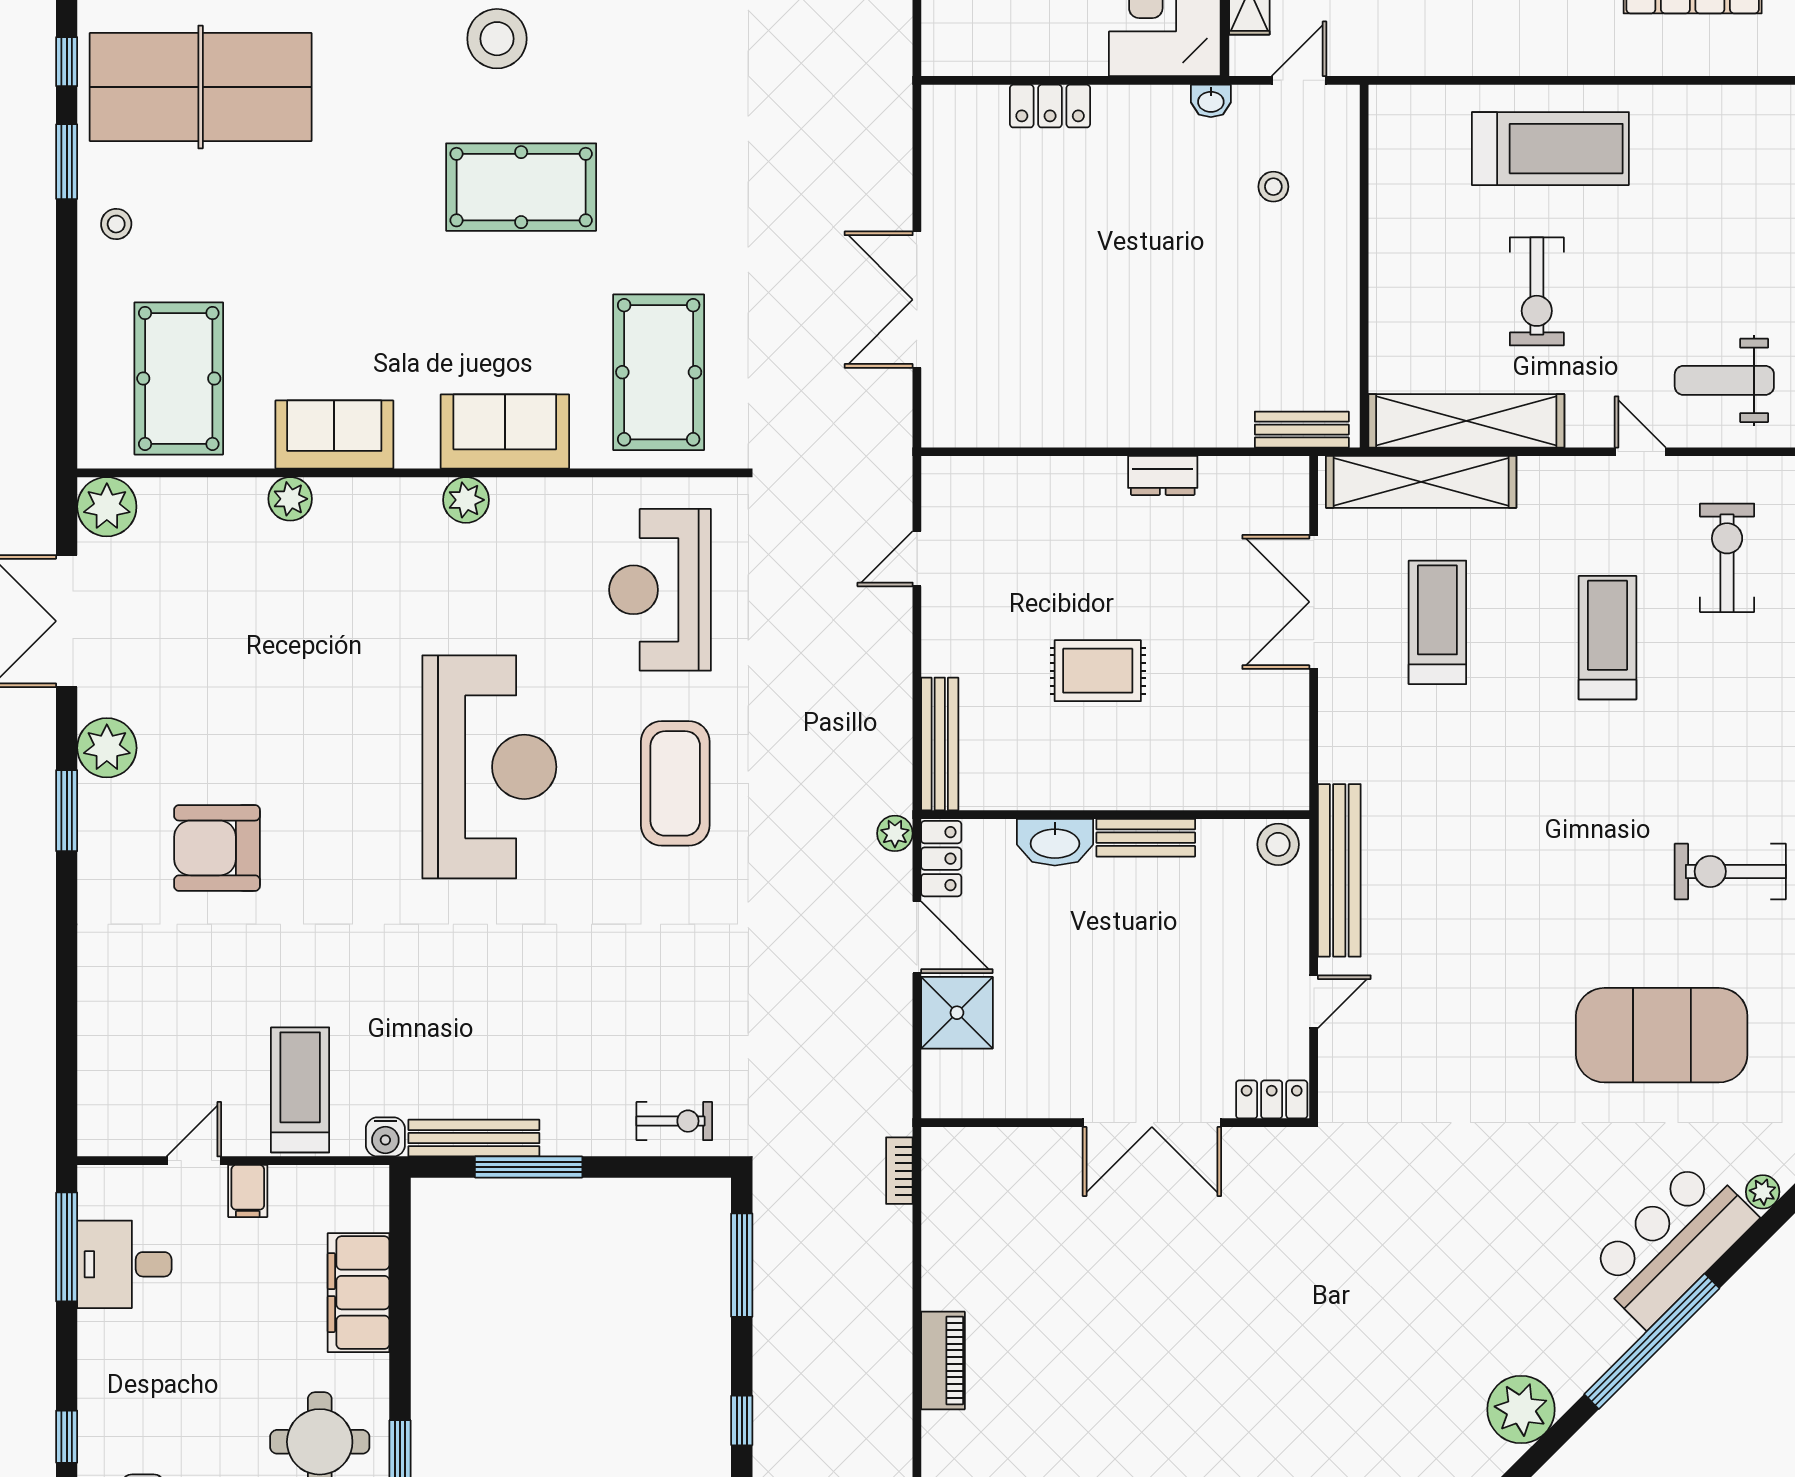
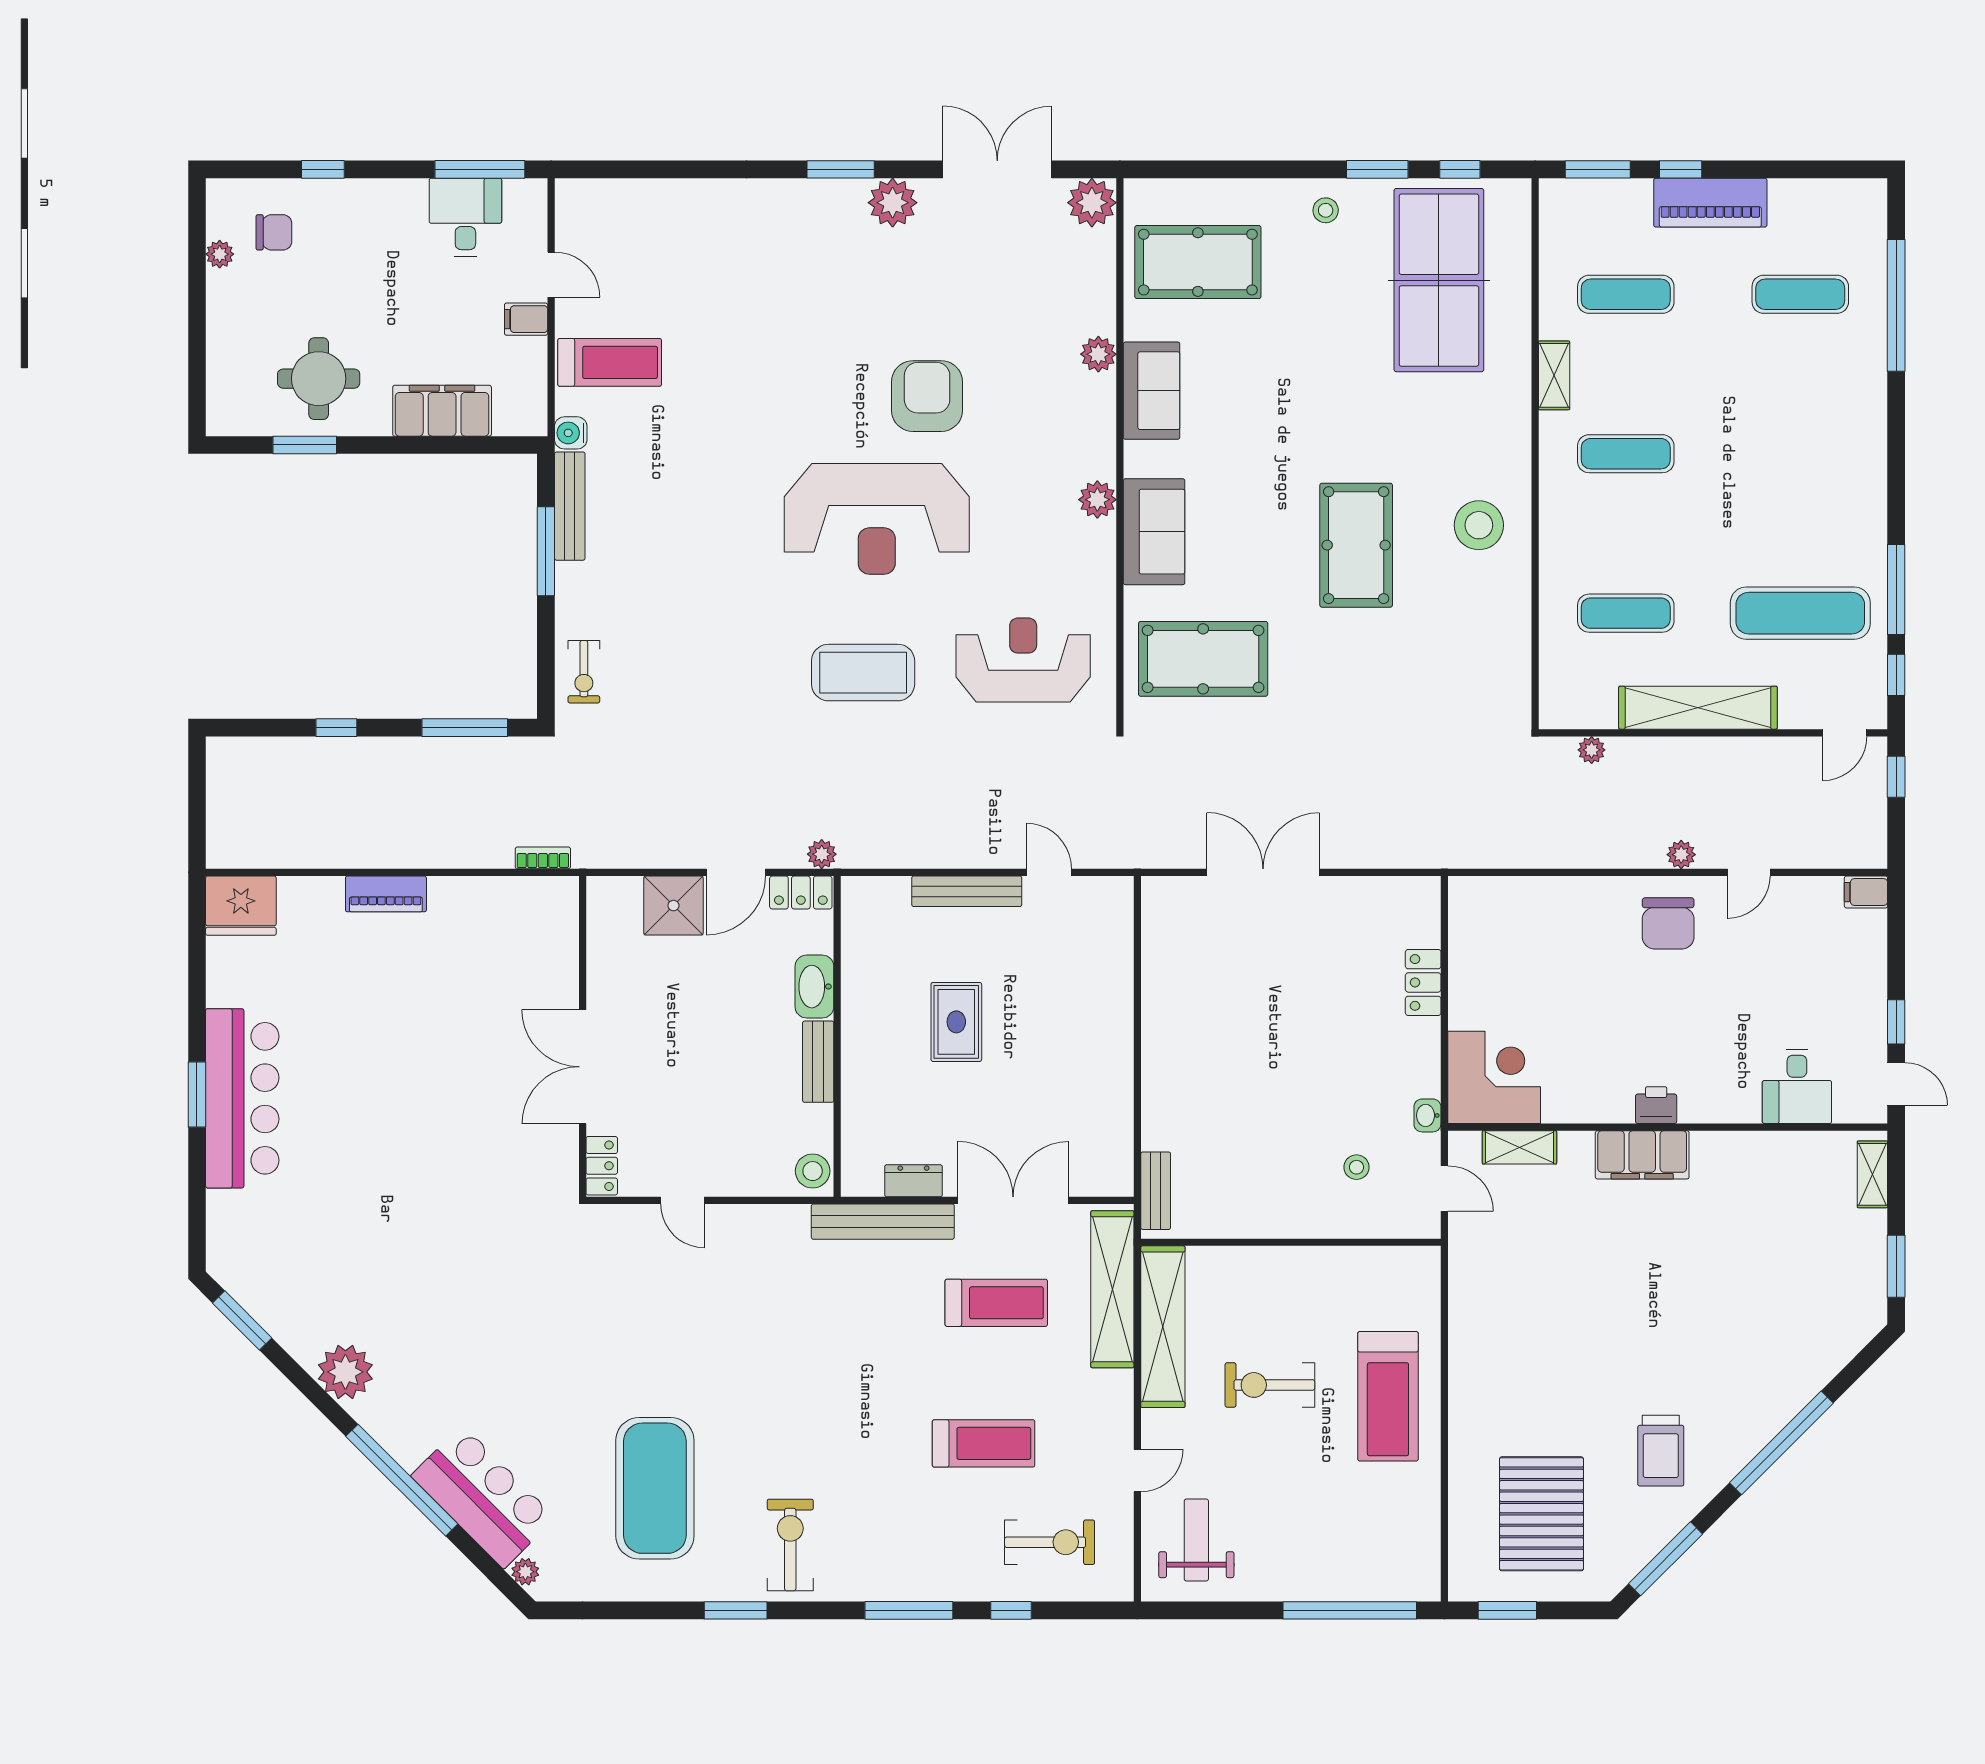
dresser: (1163, 475) -> (913, 1181), moved, turned 90
bench: (940, 744) -> (967, 891), moved
armchair: (217, 848) -> (927, 396), moved
bench: (1339, 870) -> (883, 1222), moved

